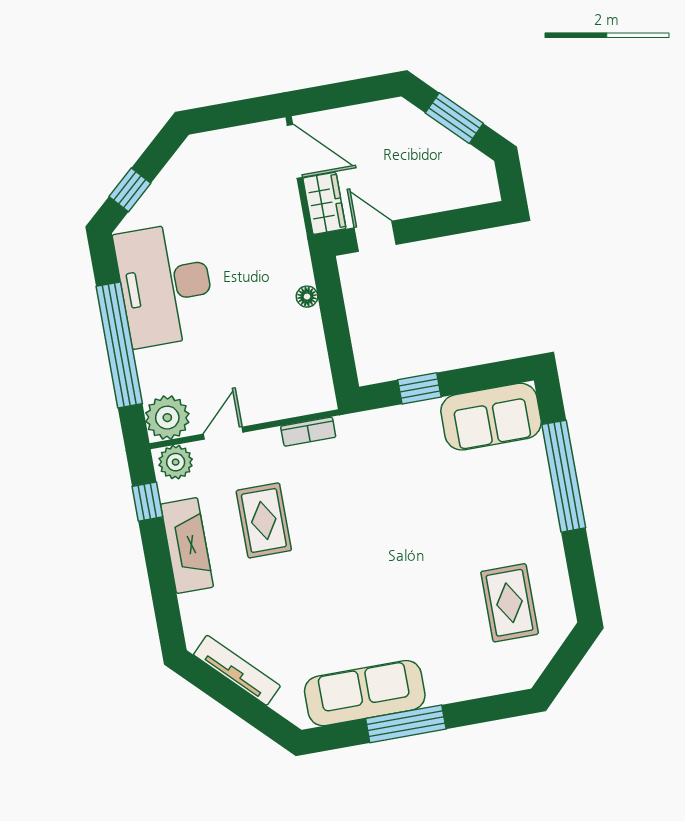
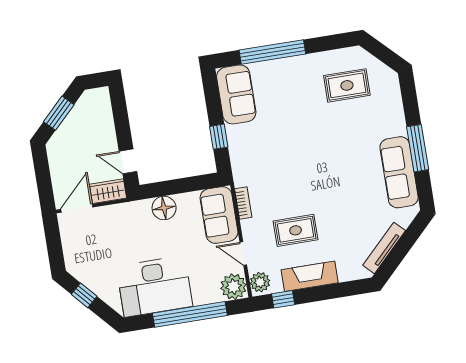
window: (130, 190) -> (84, 295), moved
door: (375, 236) -> (128, 161), hinge flipped
floor lamp: (307, 297) -> (164, 208), width x1.89, depth x1.89
sofa: (287, 391) -> (219, 215), added

